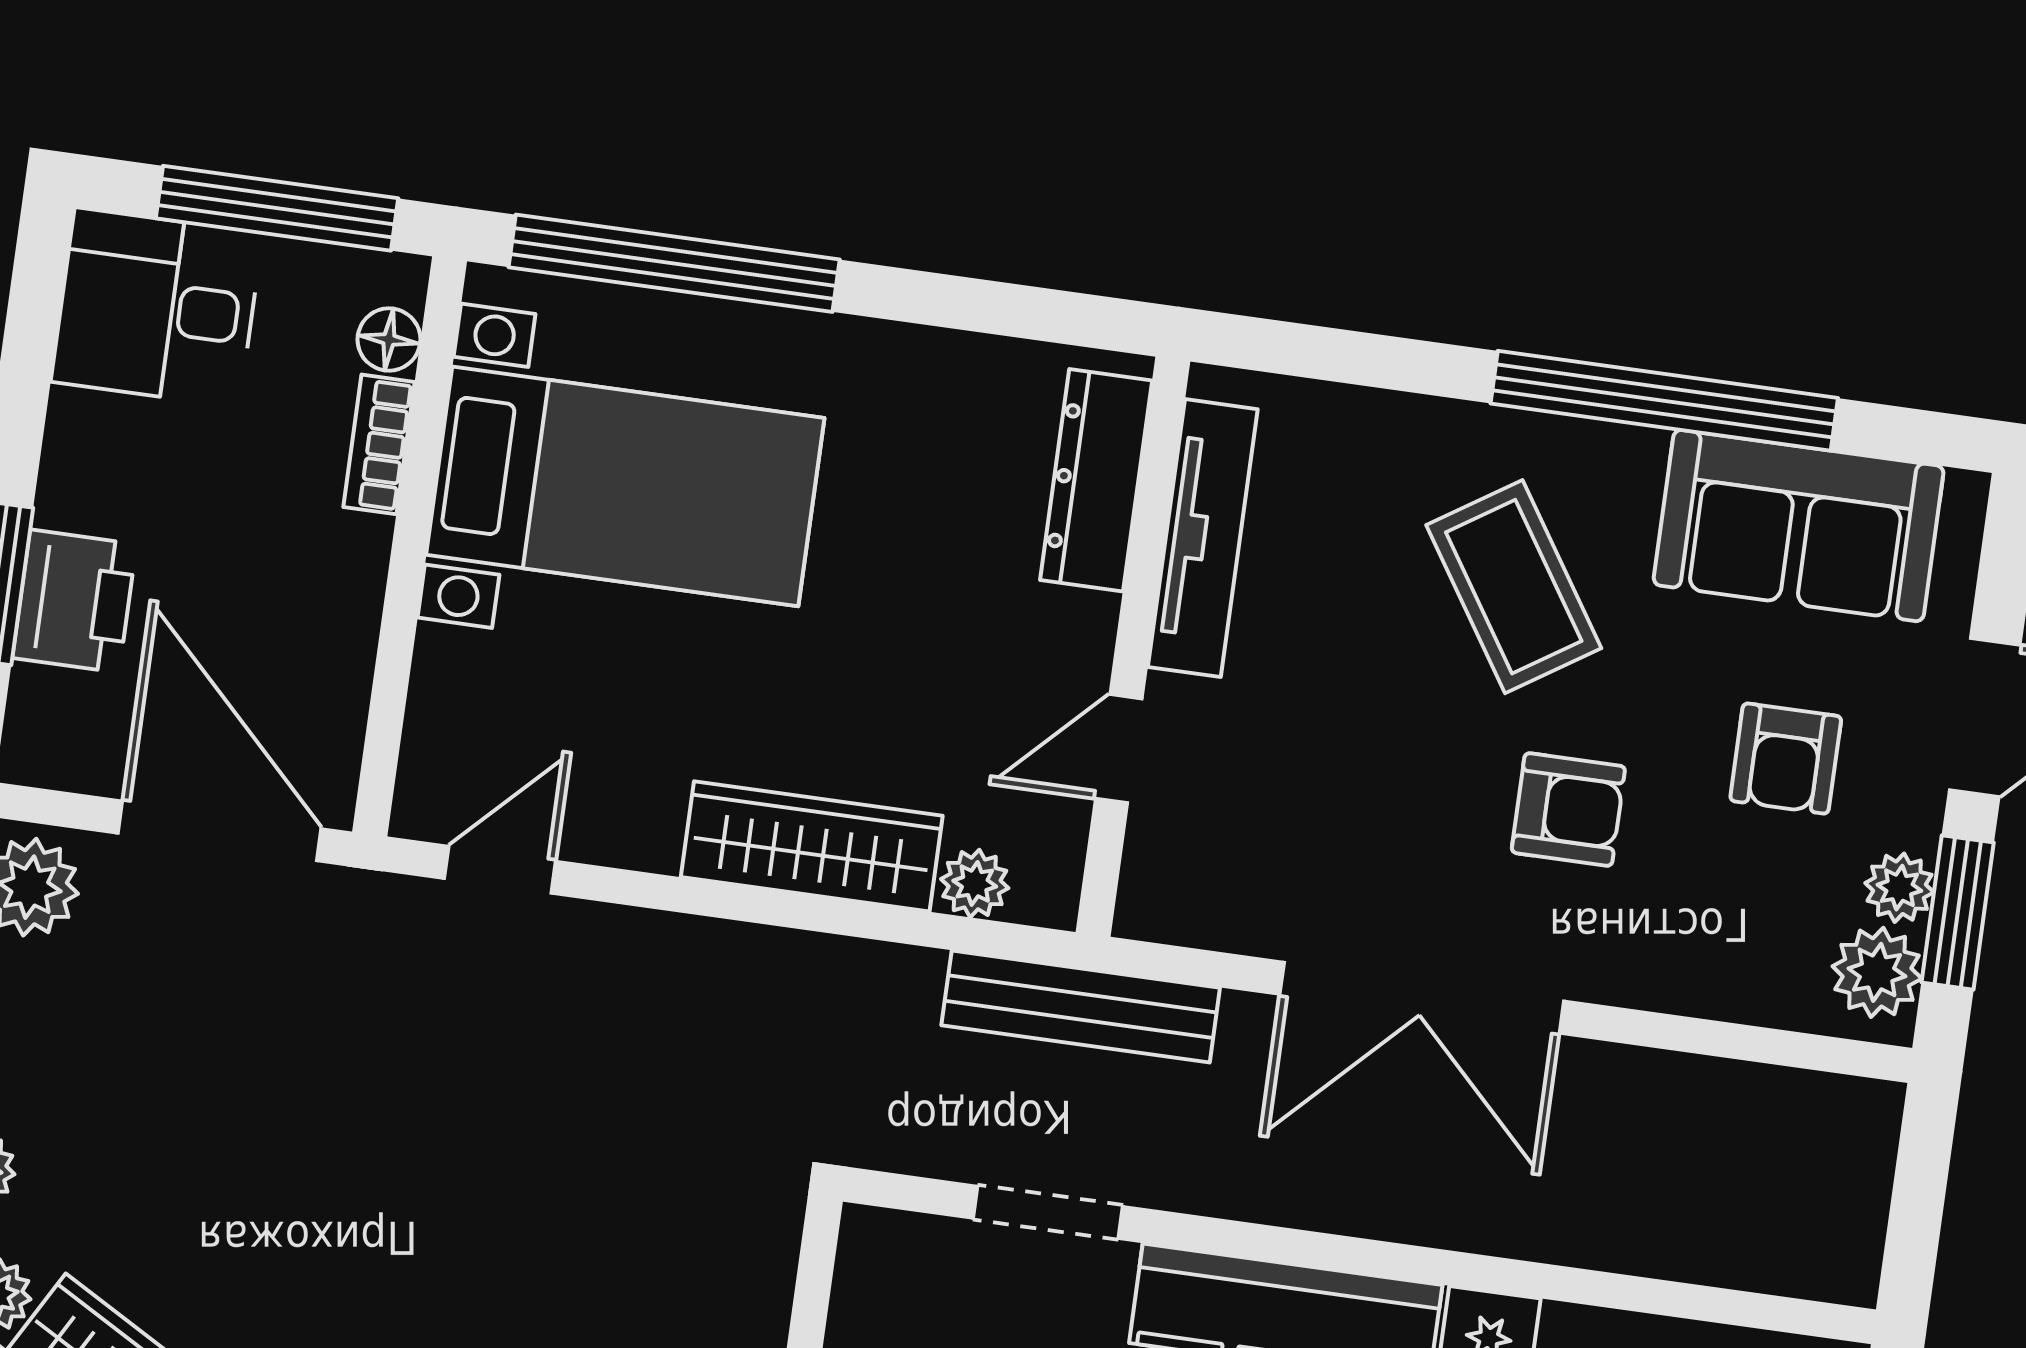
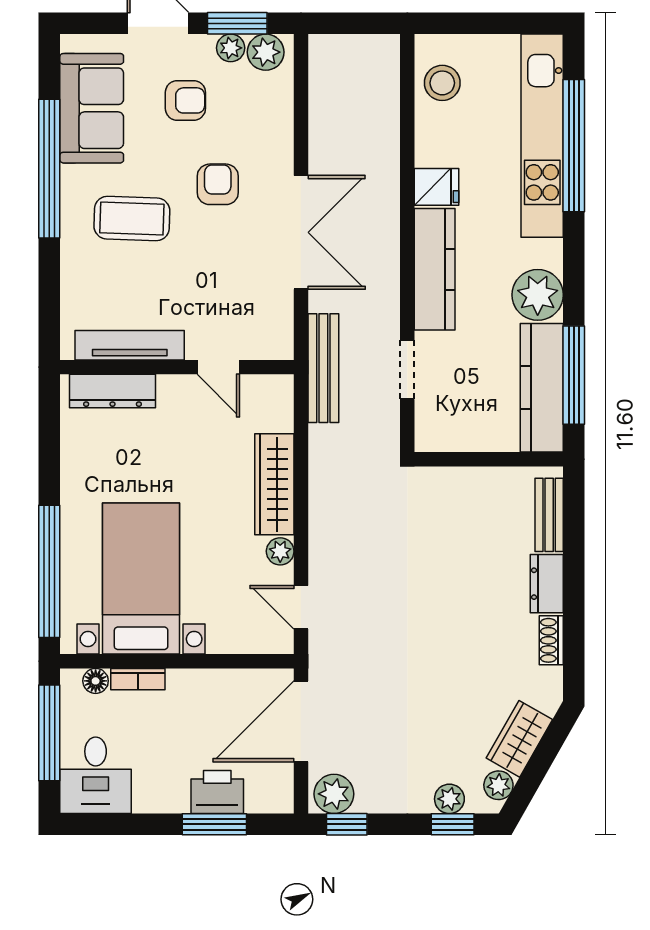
coffee table: (1514, 587) -> (132, 218), turned 35
plant: (975, 884) -> (280, 551), moved

